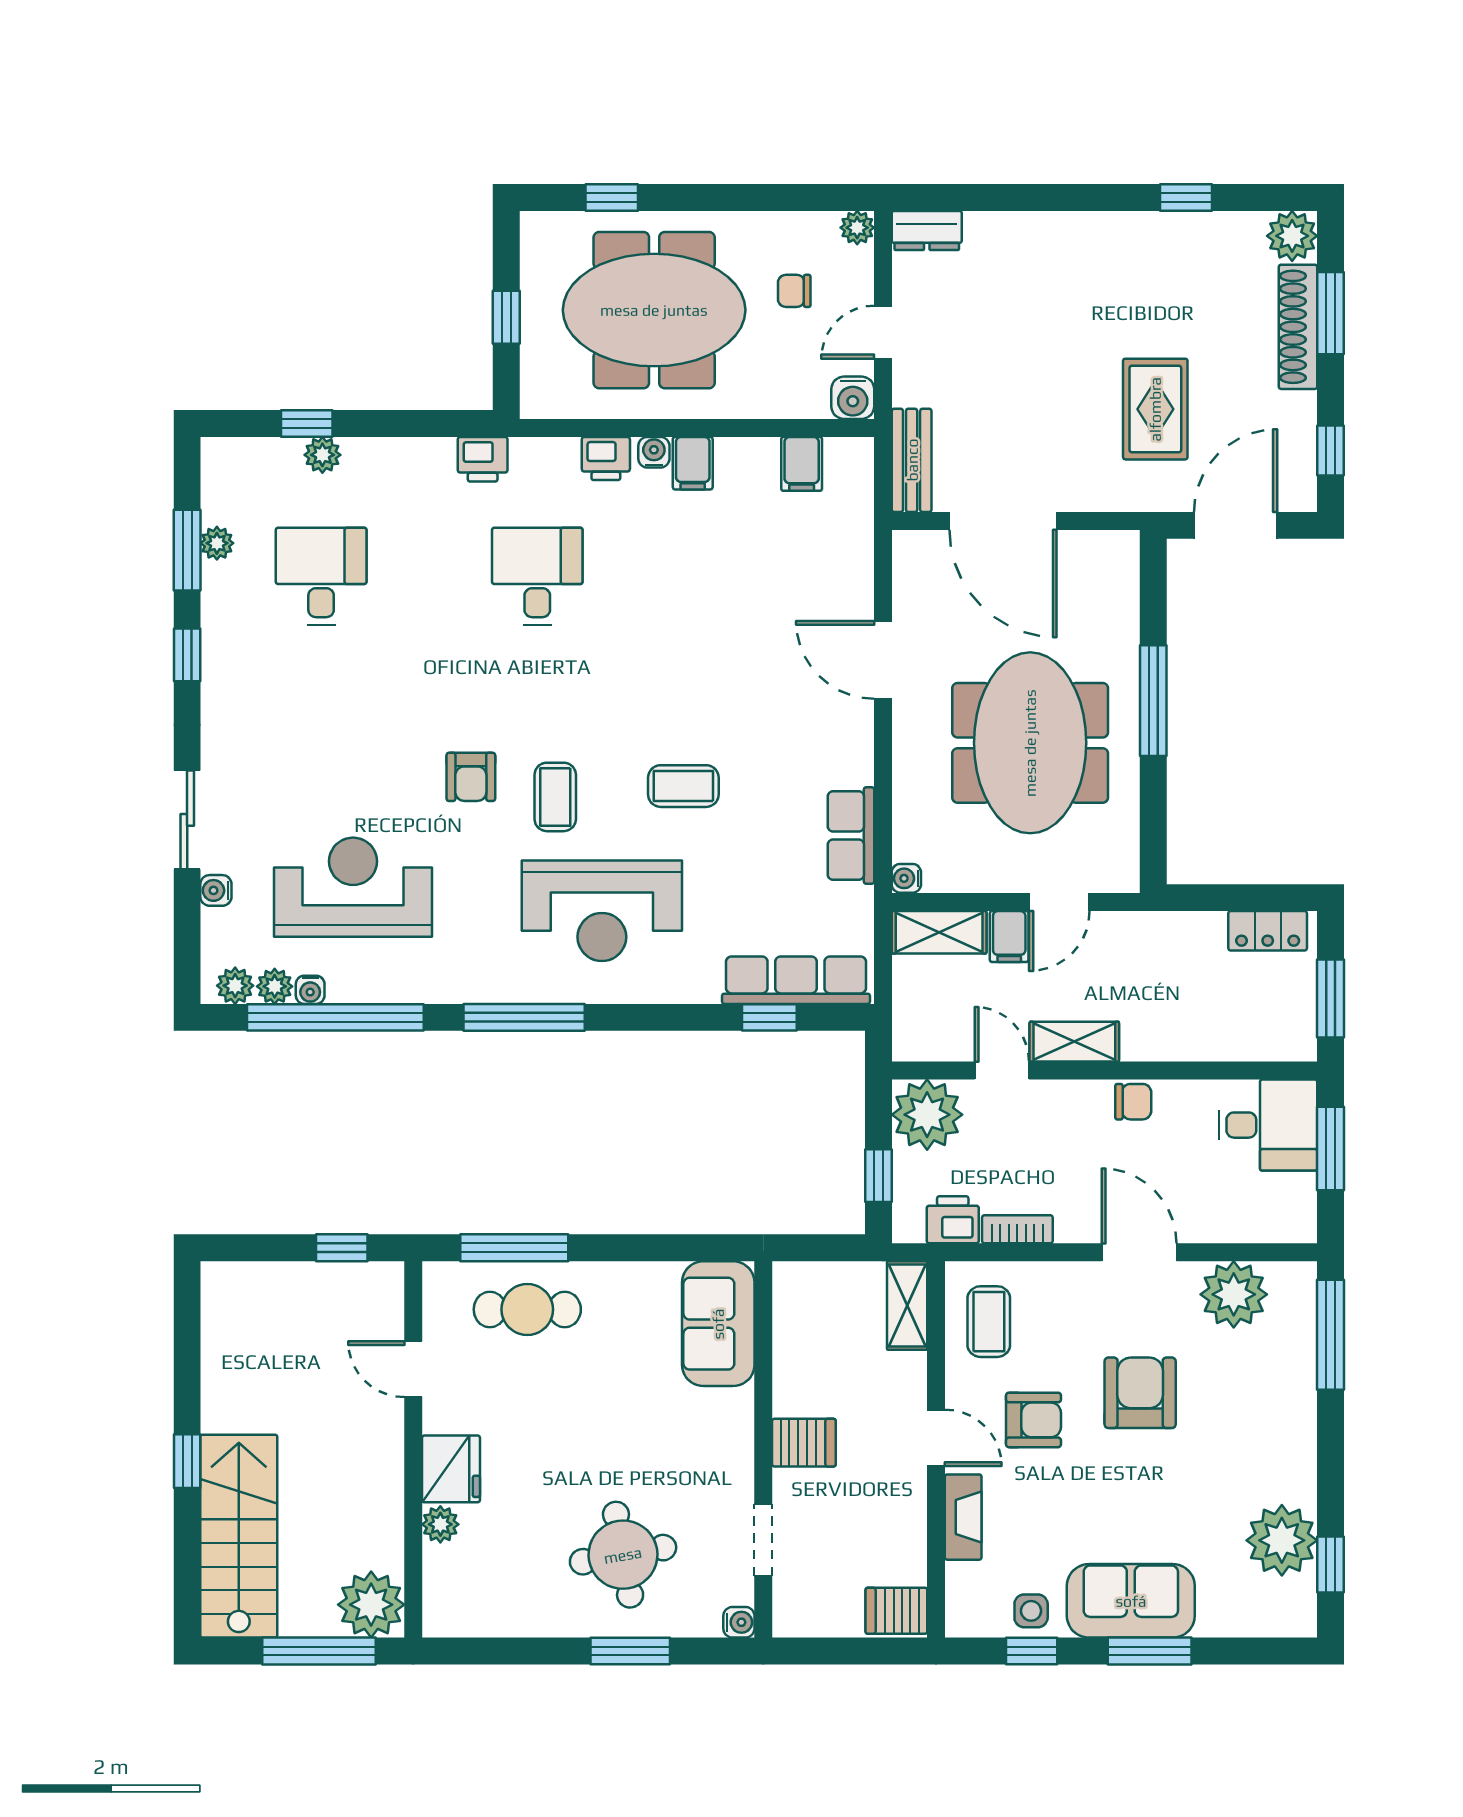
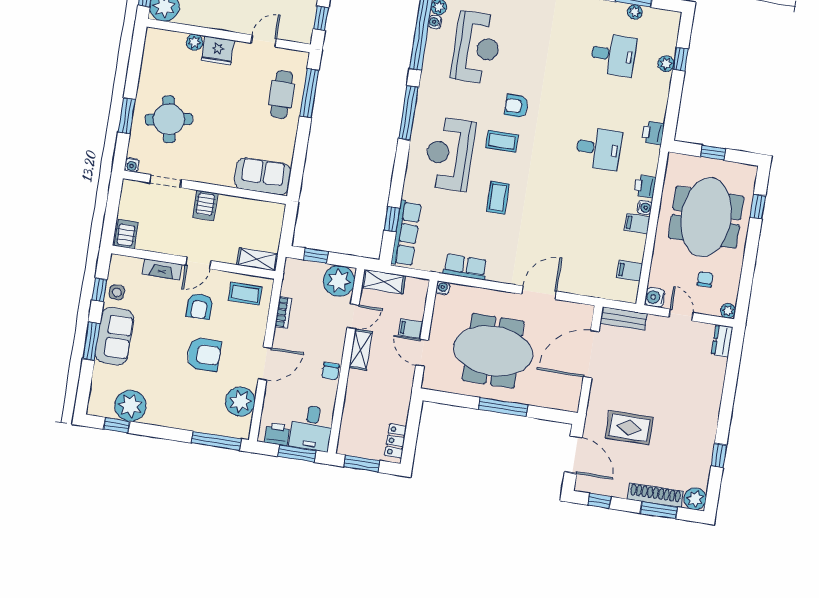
shelving: (939, 932) -> (383, 282), moved, turned 90
printer: (953, 1220) -> (277, 434), moved, turned -90

